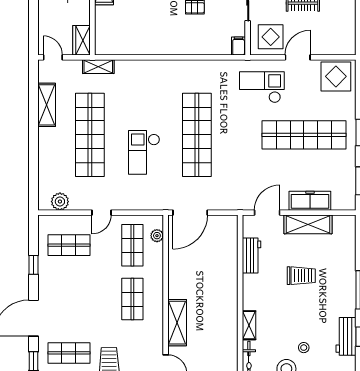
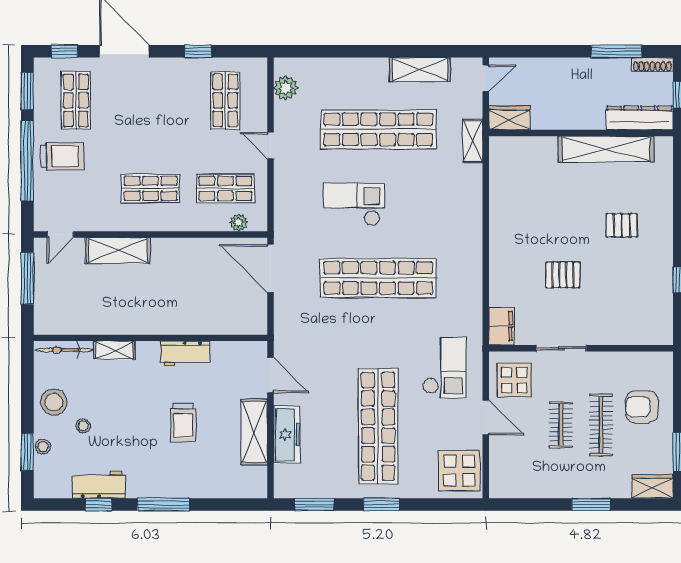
filing cabinet: (239, 46) -> (502, 326), width x2.00
workbench: (252, 256) -> (185, 354), moved

